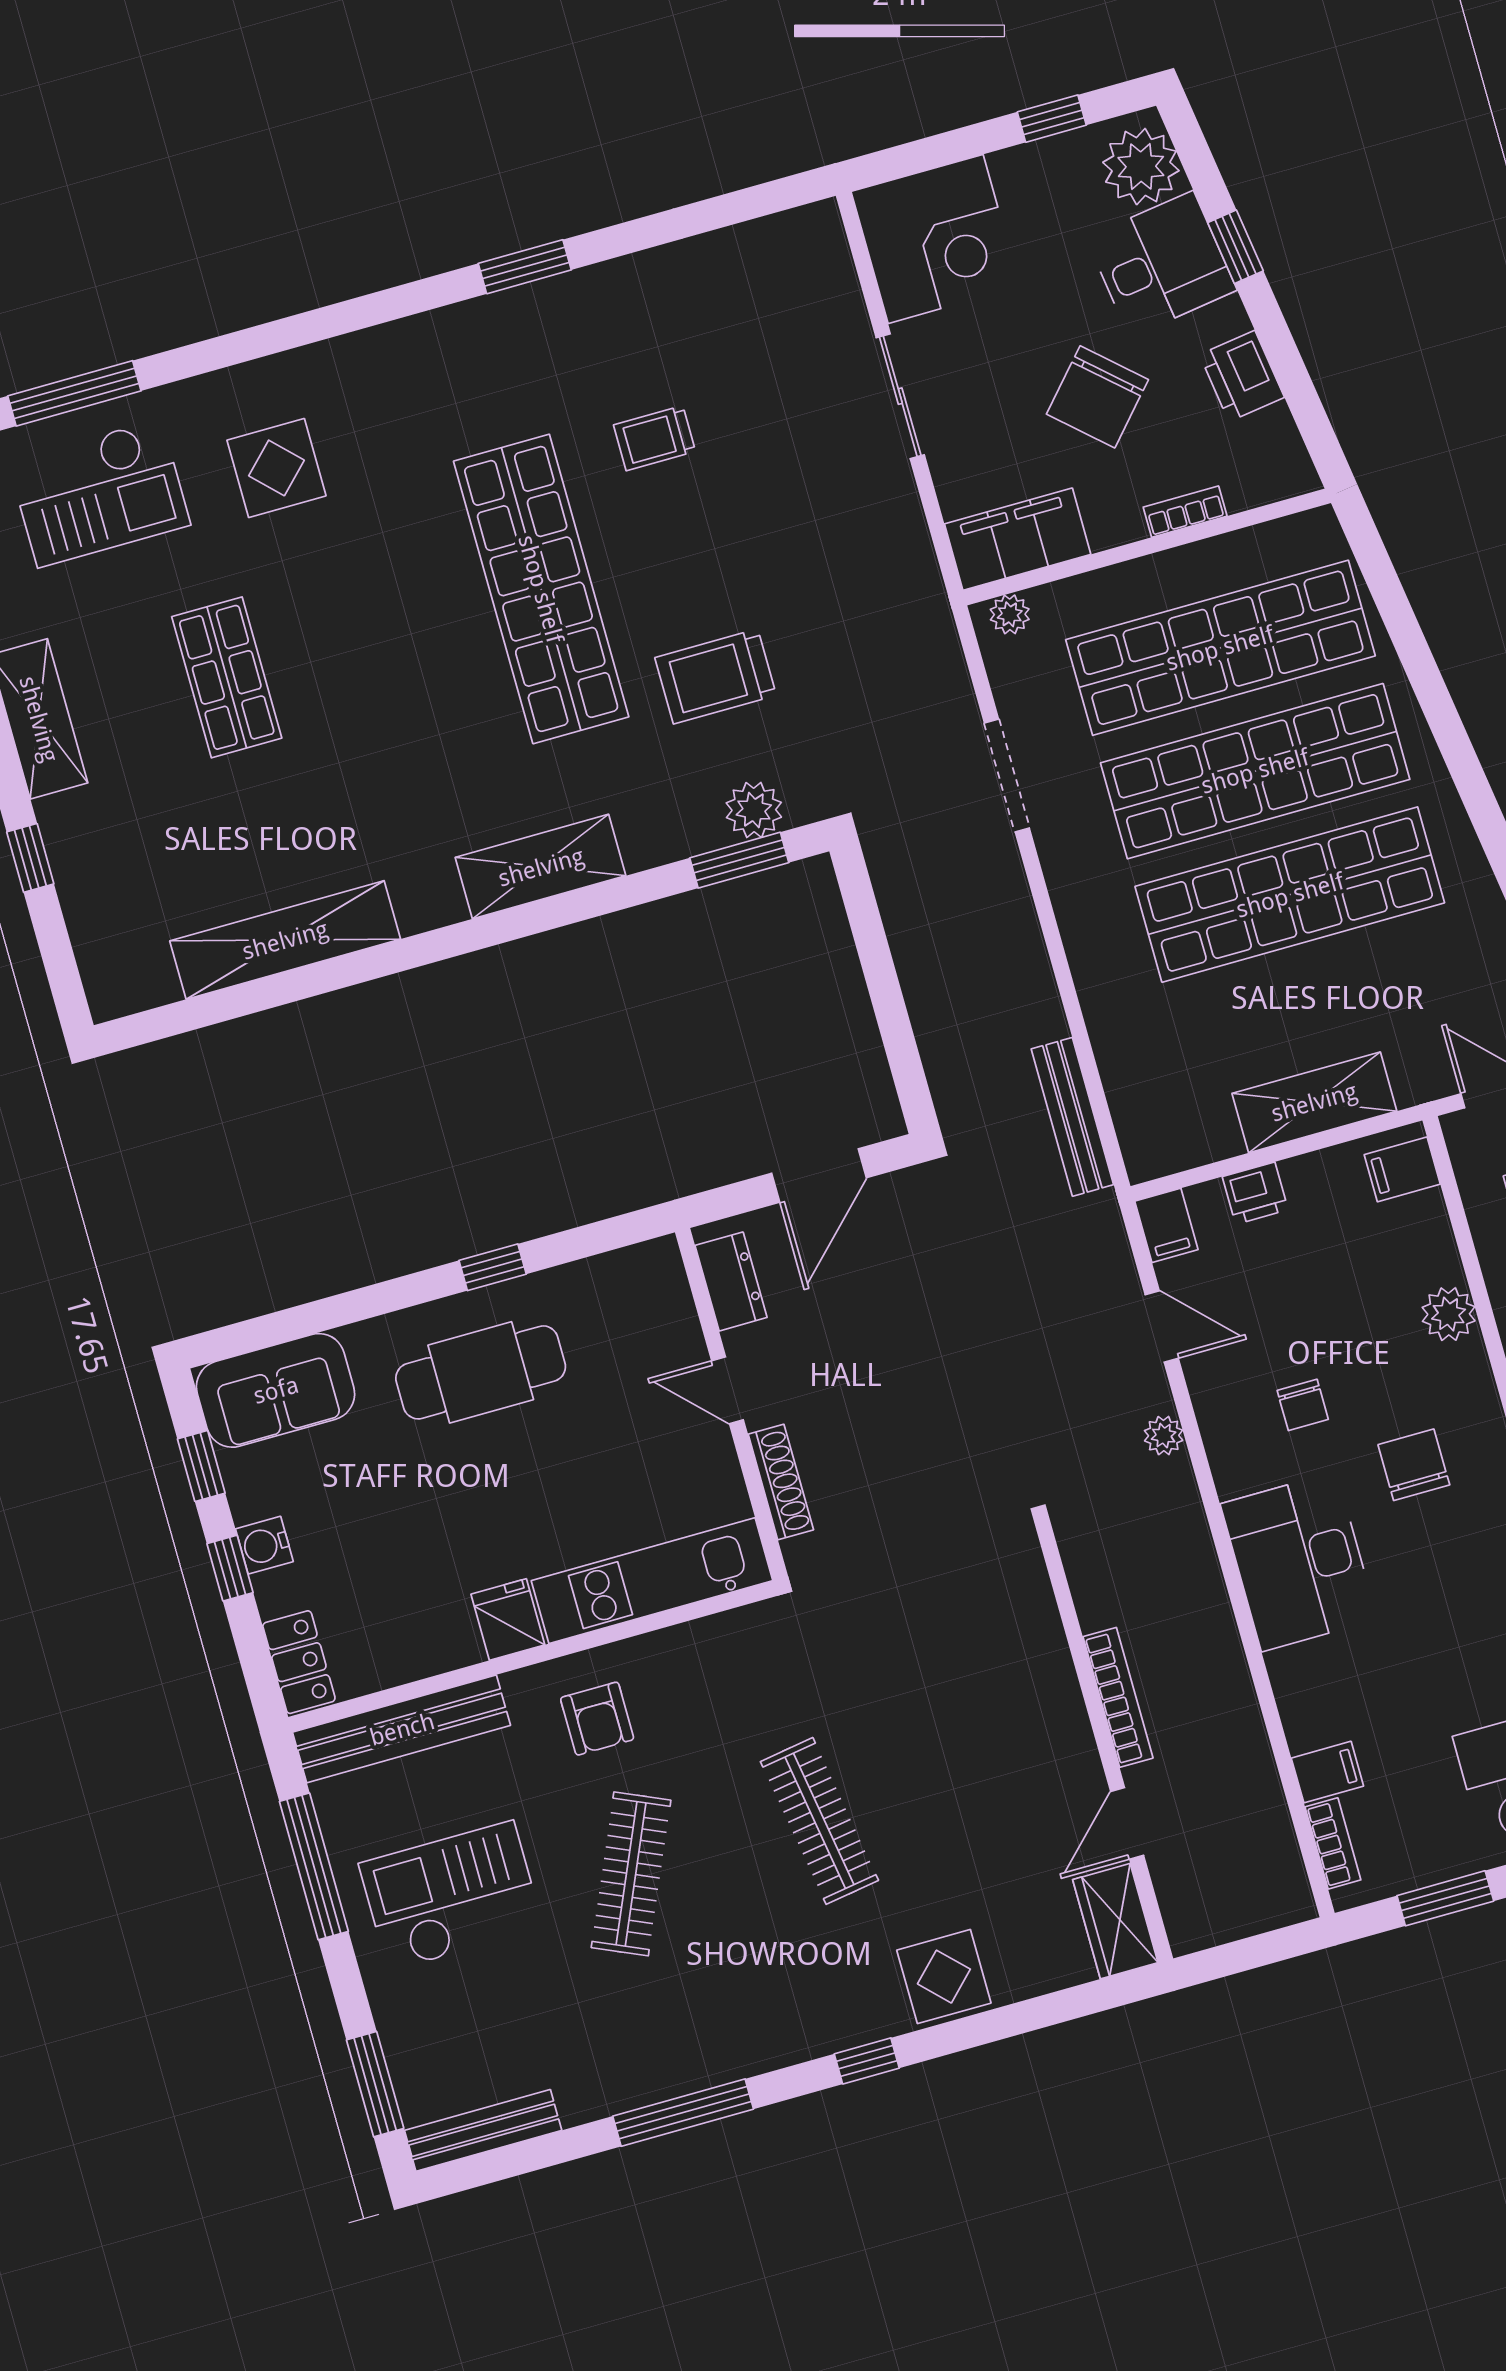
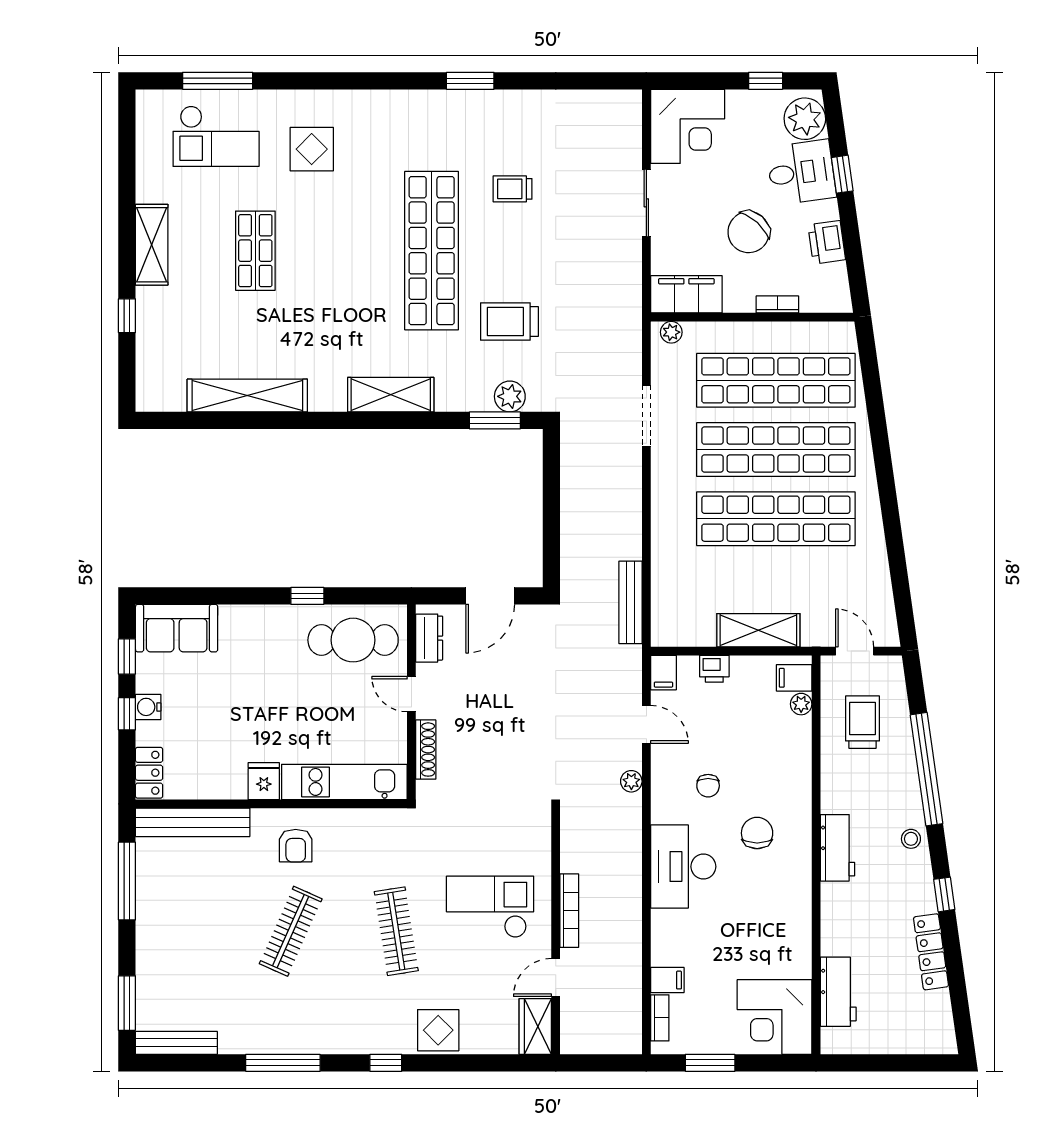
plant: (1449, 1314) -> (801, 704), moved, width x0.73, depth x0.73
cafe table: (481, 1372) -> (353, 640), moved
checkout: (451, 1896) -> (490, 907), moved

